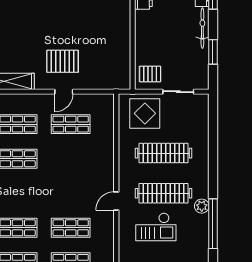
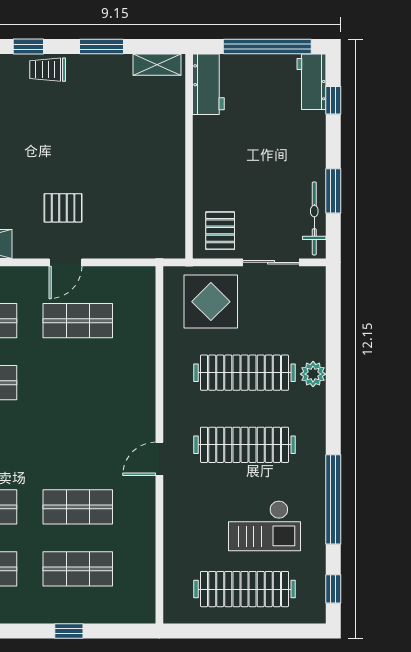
bicycle: (202, 28) -> (314, 218), moved
pallet: (63, 61) -> (63, 208), width x0.67, depth x0.71
pallet: (150, 74) -> (220, 231), turned 90
plant: (202, 206) -> (313, 374), moved
checkout: (156, 227) -> (265, 526), moved

